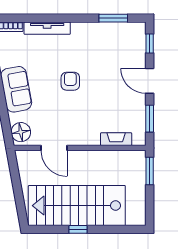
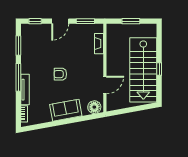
window: (65, 18) -> (18, 77), added
window: (150, 171) -> (131, 21), moved

